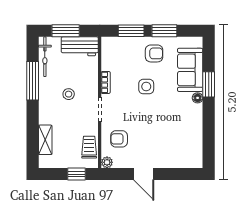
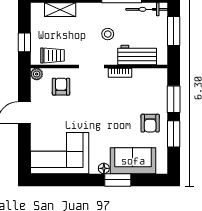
workbench: (80, 46) -> (137, 55), moved, turned 90
side table: (146, 87) -> (116, 115), removed
corner sofa: (183, 140) -> (60, 153), added

